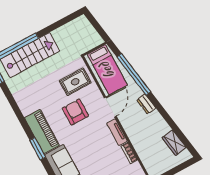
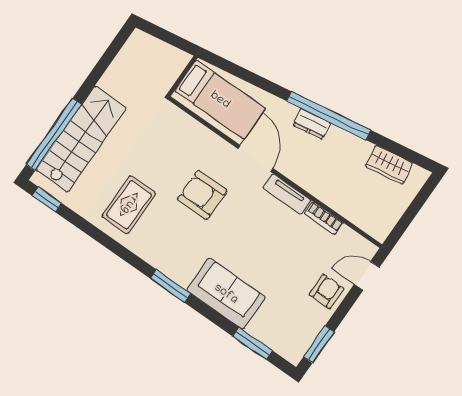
window: (134, 74) -> (329, 116), moved
rug: (75, 82) -> (129, 205), moved
piano: (42, 131) -> (163, 254), removed

